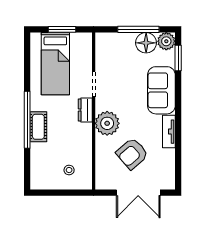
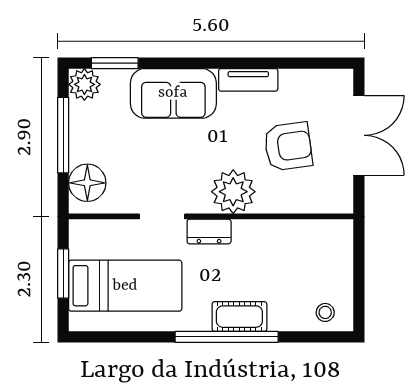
floor lamp: (146, 43) -> (87, 183), moved
armchair: (132, 154) -> (288, 146), turned -57
stool: (69, 170) -> (325, 312), moved

